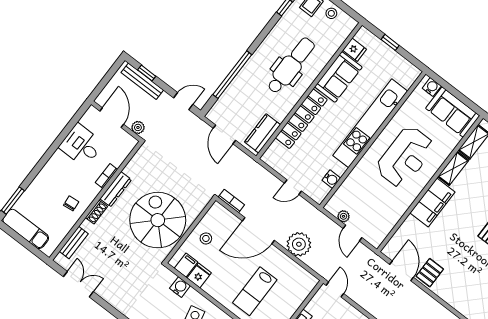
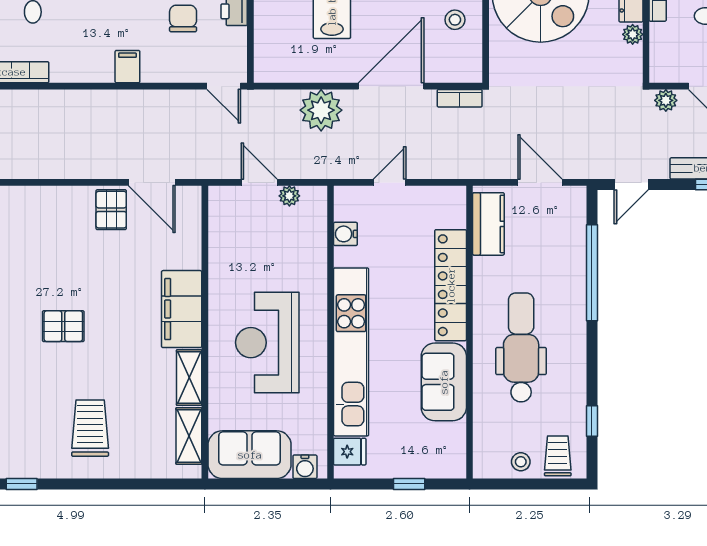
fridge: (355, 50) -> (350, 452), moved, turned 180
dental chair: (291, 66) -> (521, 347), turned 180
plant: (130, 169) -> (633, 34), added

